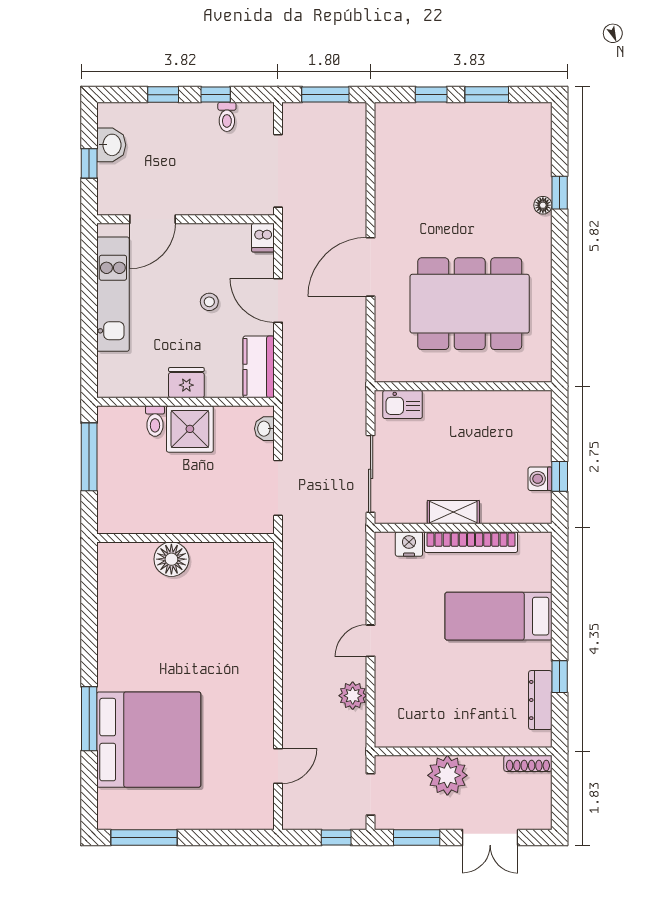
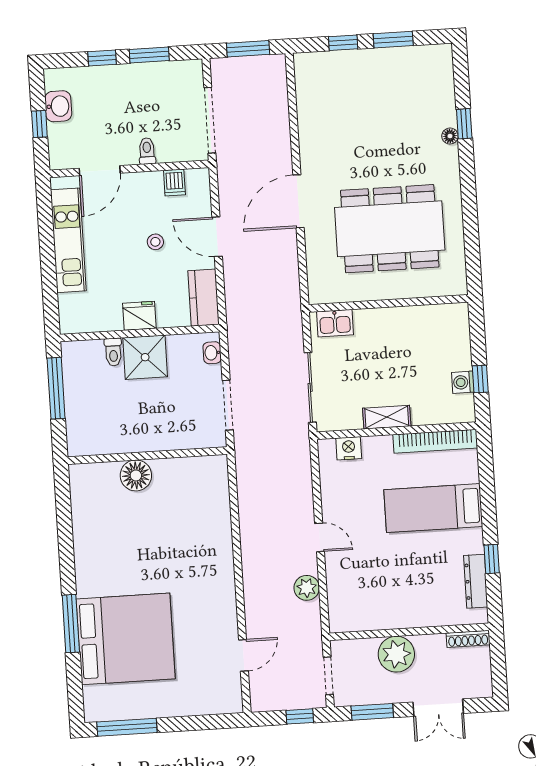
window: (216, 95) -> (149, 55), width x1.50
toilet: (227, 117) -> (147, 151), moved, turned 180
dishwasher: (263, 238) -> (174, 183), moved
bookcase: (471, 542) -> (435, 441), moved
door: (371, 641) -> (320, 537), swing flipped

